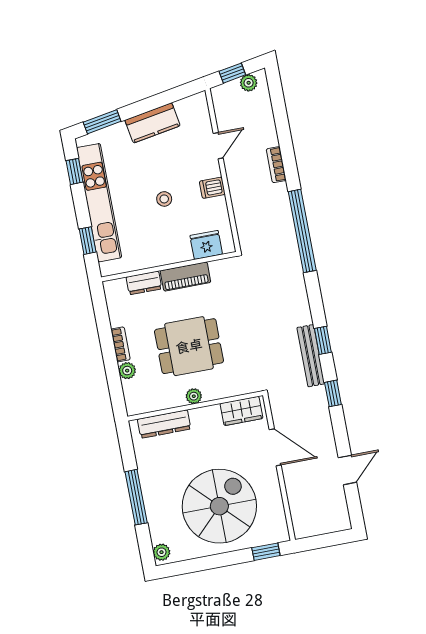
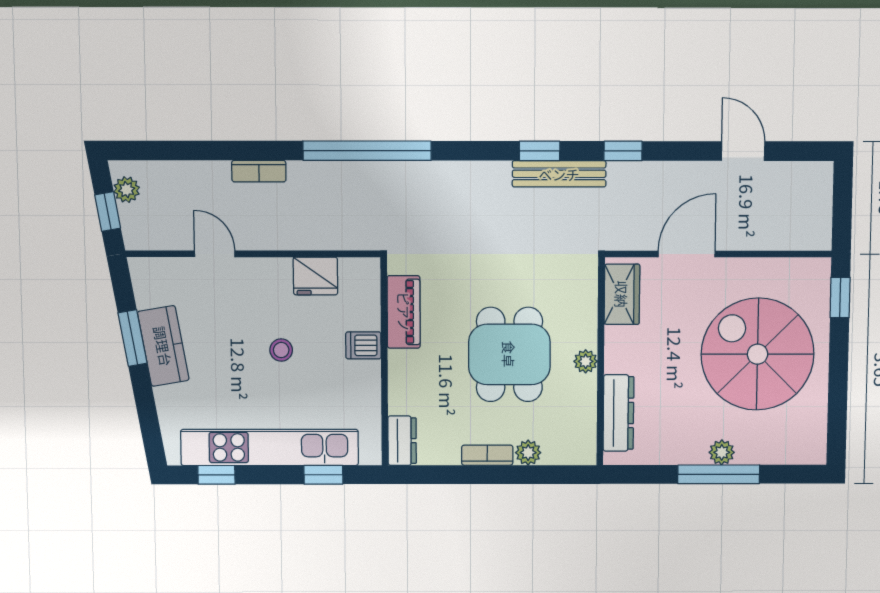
window: (102, 122) -> (132, 338), moved
dishwasher: (212, 188) -> (363, 345), moved, turned 90
fridge: (206, 245) -> (315, 276), moved, turned -90
piano: (185, 276) -> (404, 312), moved
dresser: (144, 283) -> (402, 441), moved
plant: (161, 552) -> (722, 452), moved

